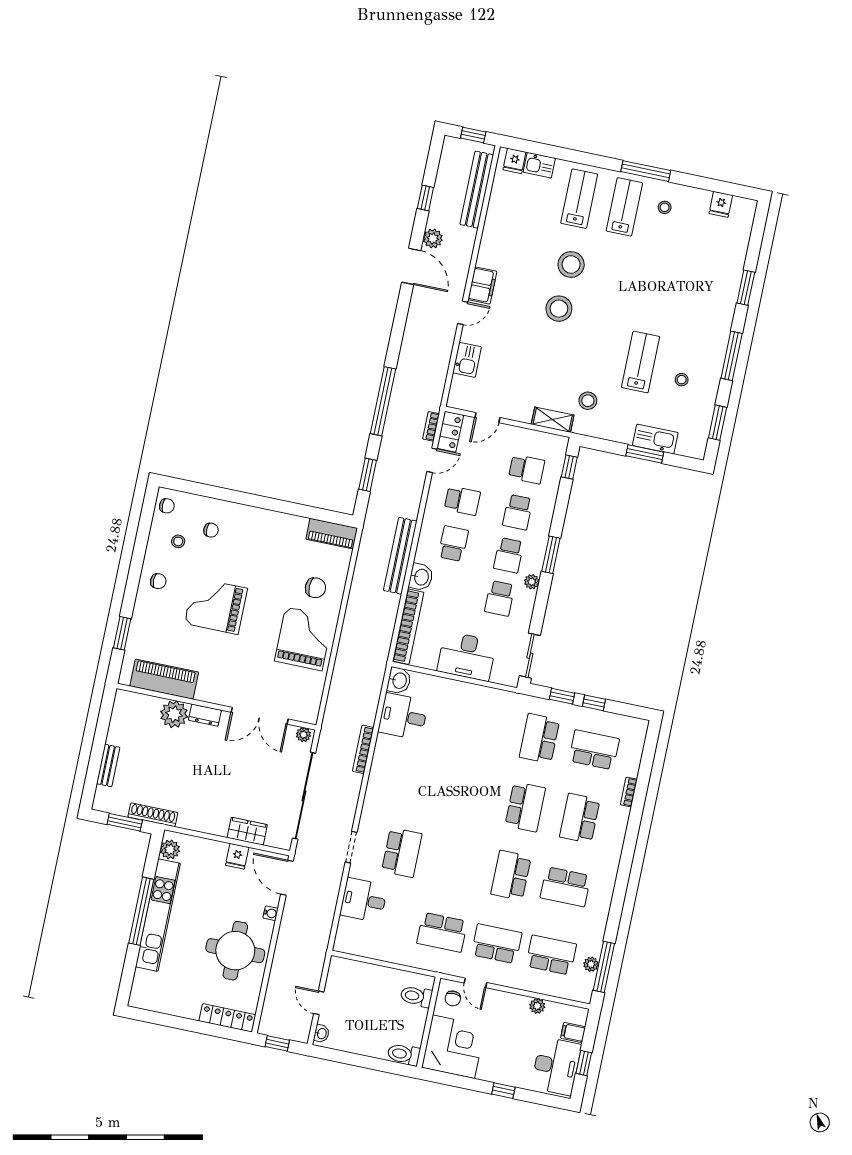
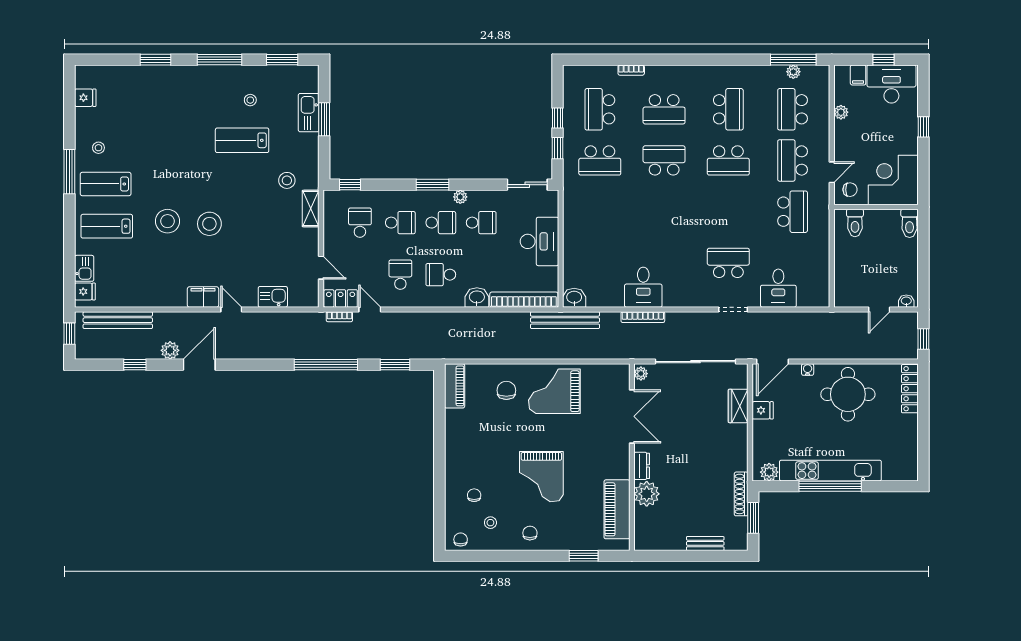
bench: (400, 556) -> (565, 320), moved
desk: (403, 716) -> (643, 287), moved

